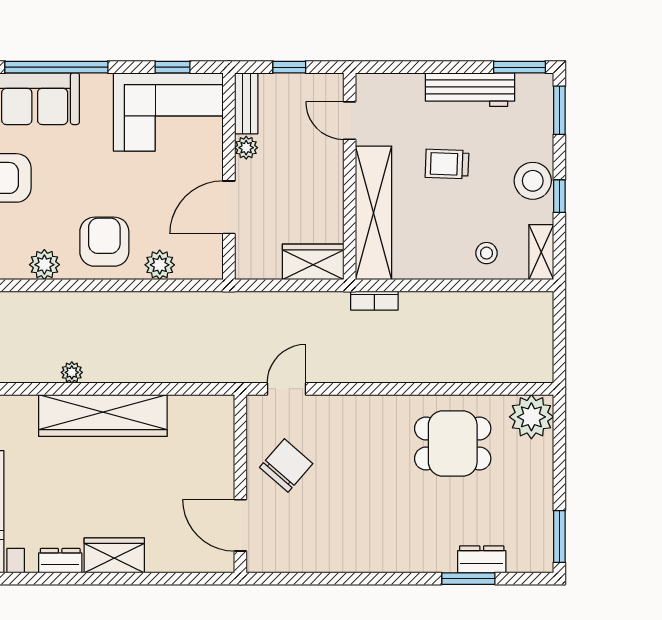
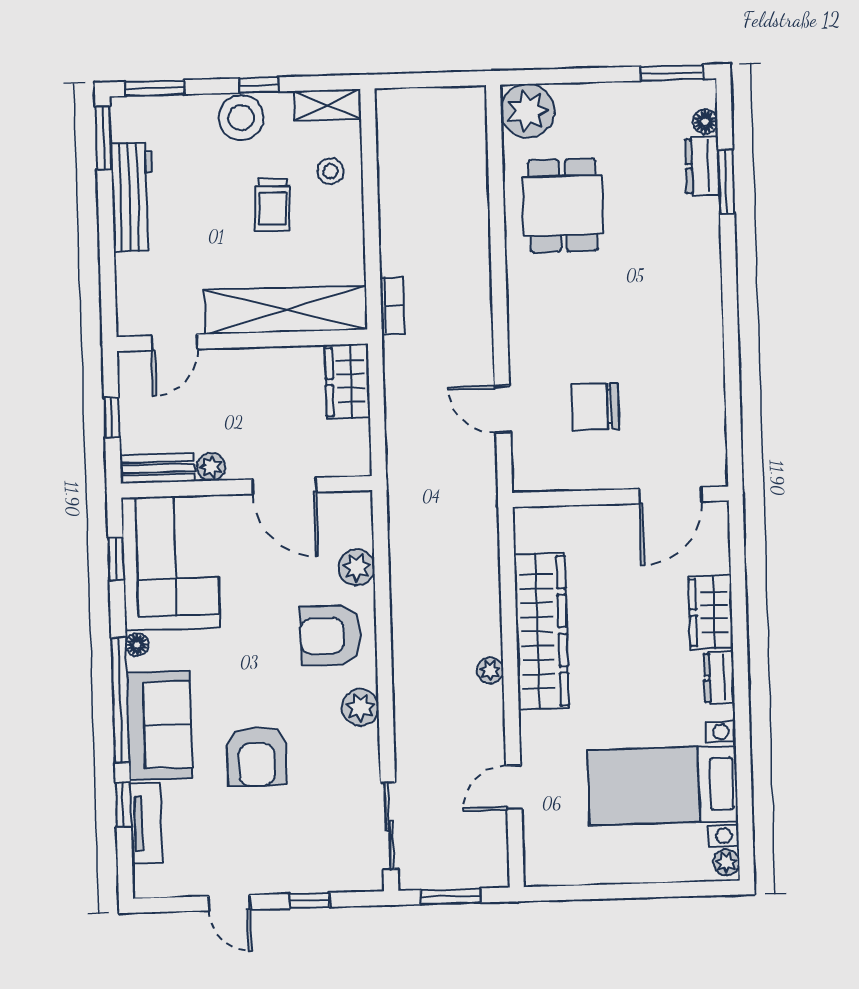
floor lamp: (102, 82) -> (137, 645), added
trolley: (447, 164) -> (273, 205), moved
chair: (286, 465) -> (595, 407), turned -41
wall: (240, 484) -> (620, 497), moved
door: (240, 525) -> (671, 495), moved
floor lamp: (518, 563) -> (705, 122), added

